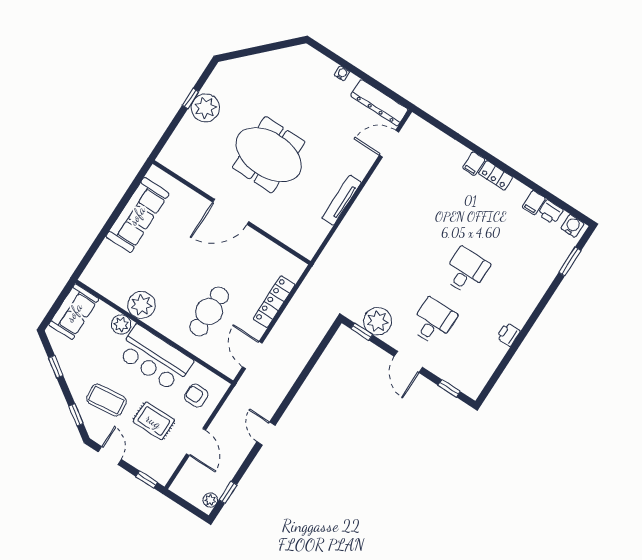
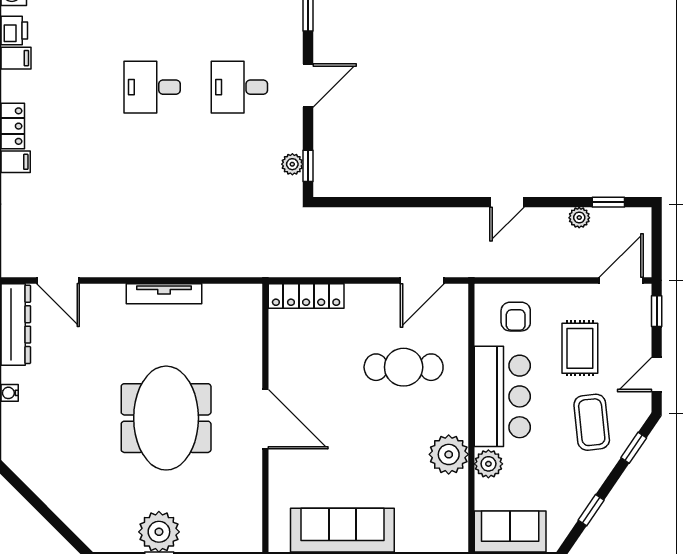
locker: (274, 302) -> (306, 296), moved
plant: (377, 321) -> (292, 164), width x0.53, depth x0.53
door: (196, 442) -> (621, 280), moved
plant: (210, 500) -> (579, 218), moved

